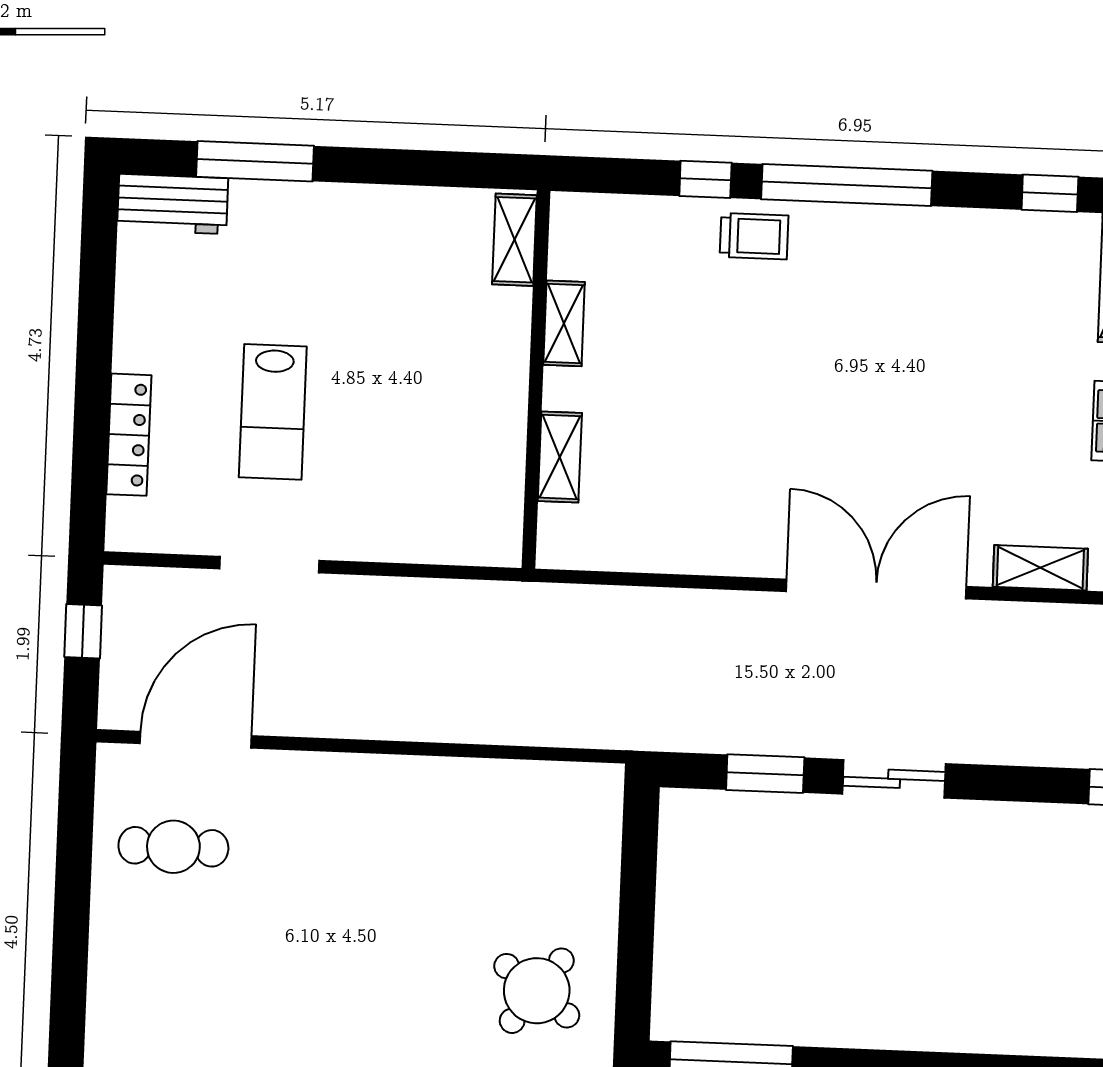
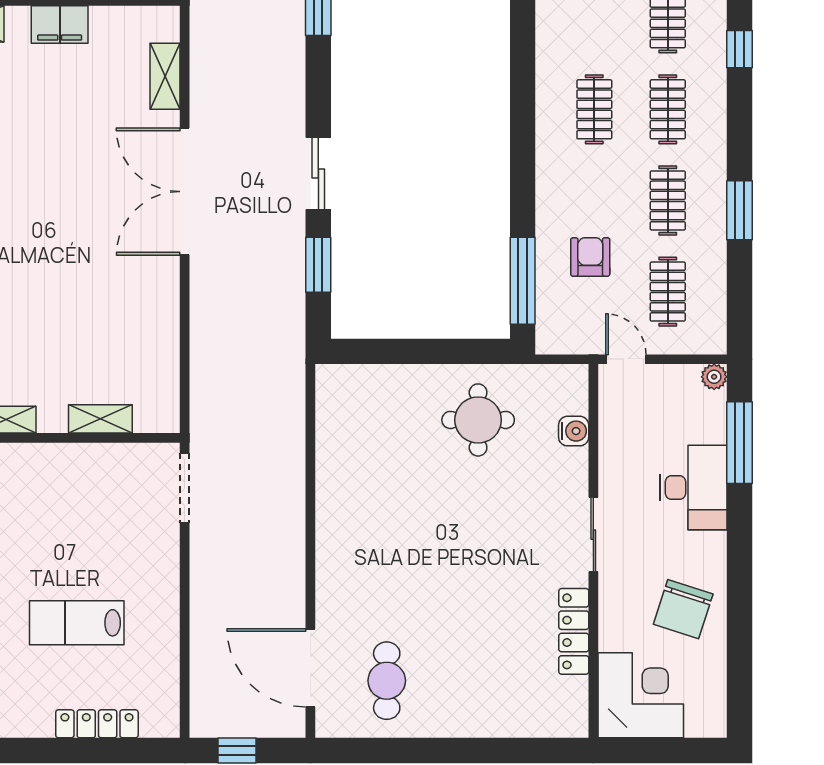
lab bench: (273, 412) -> (77, 623), turned 180
doorway: (269, 565) -> (185, 488), moved
round table: (537, 991) -> (478, 420), turned -37

